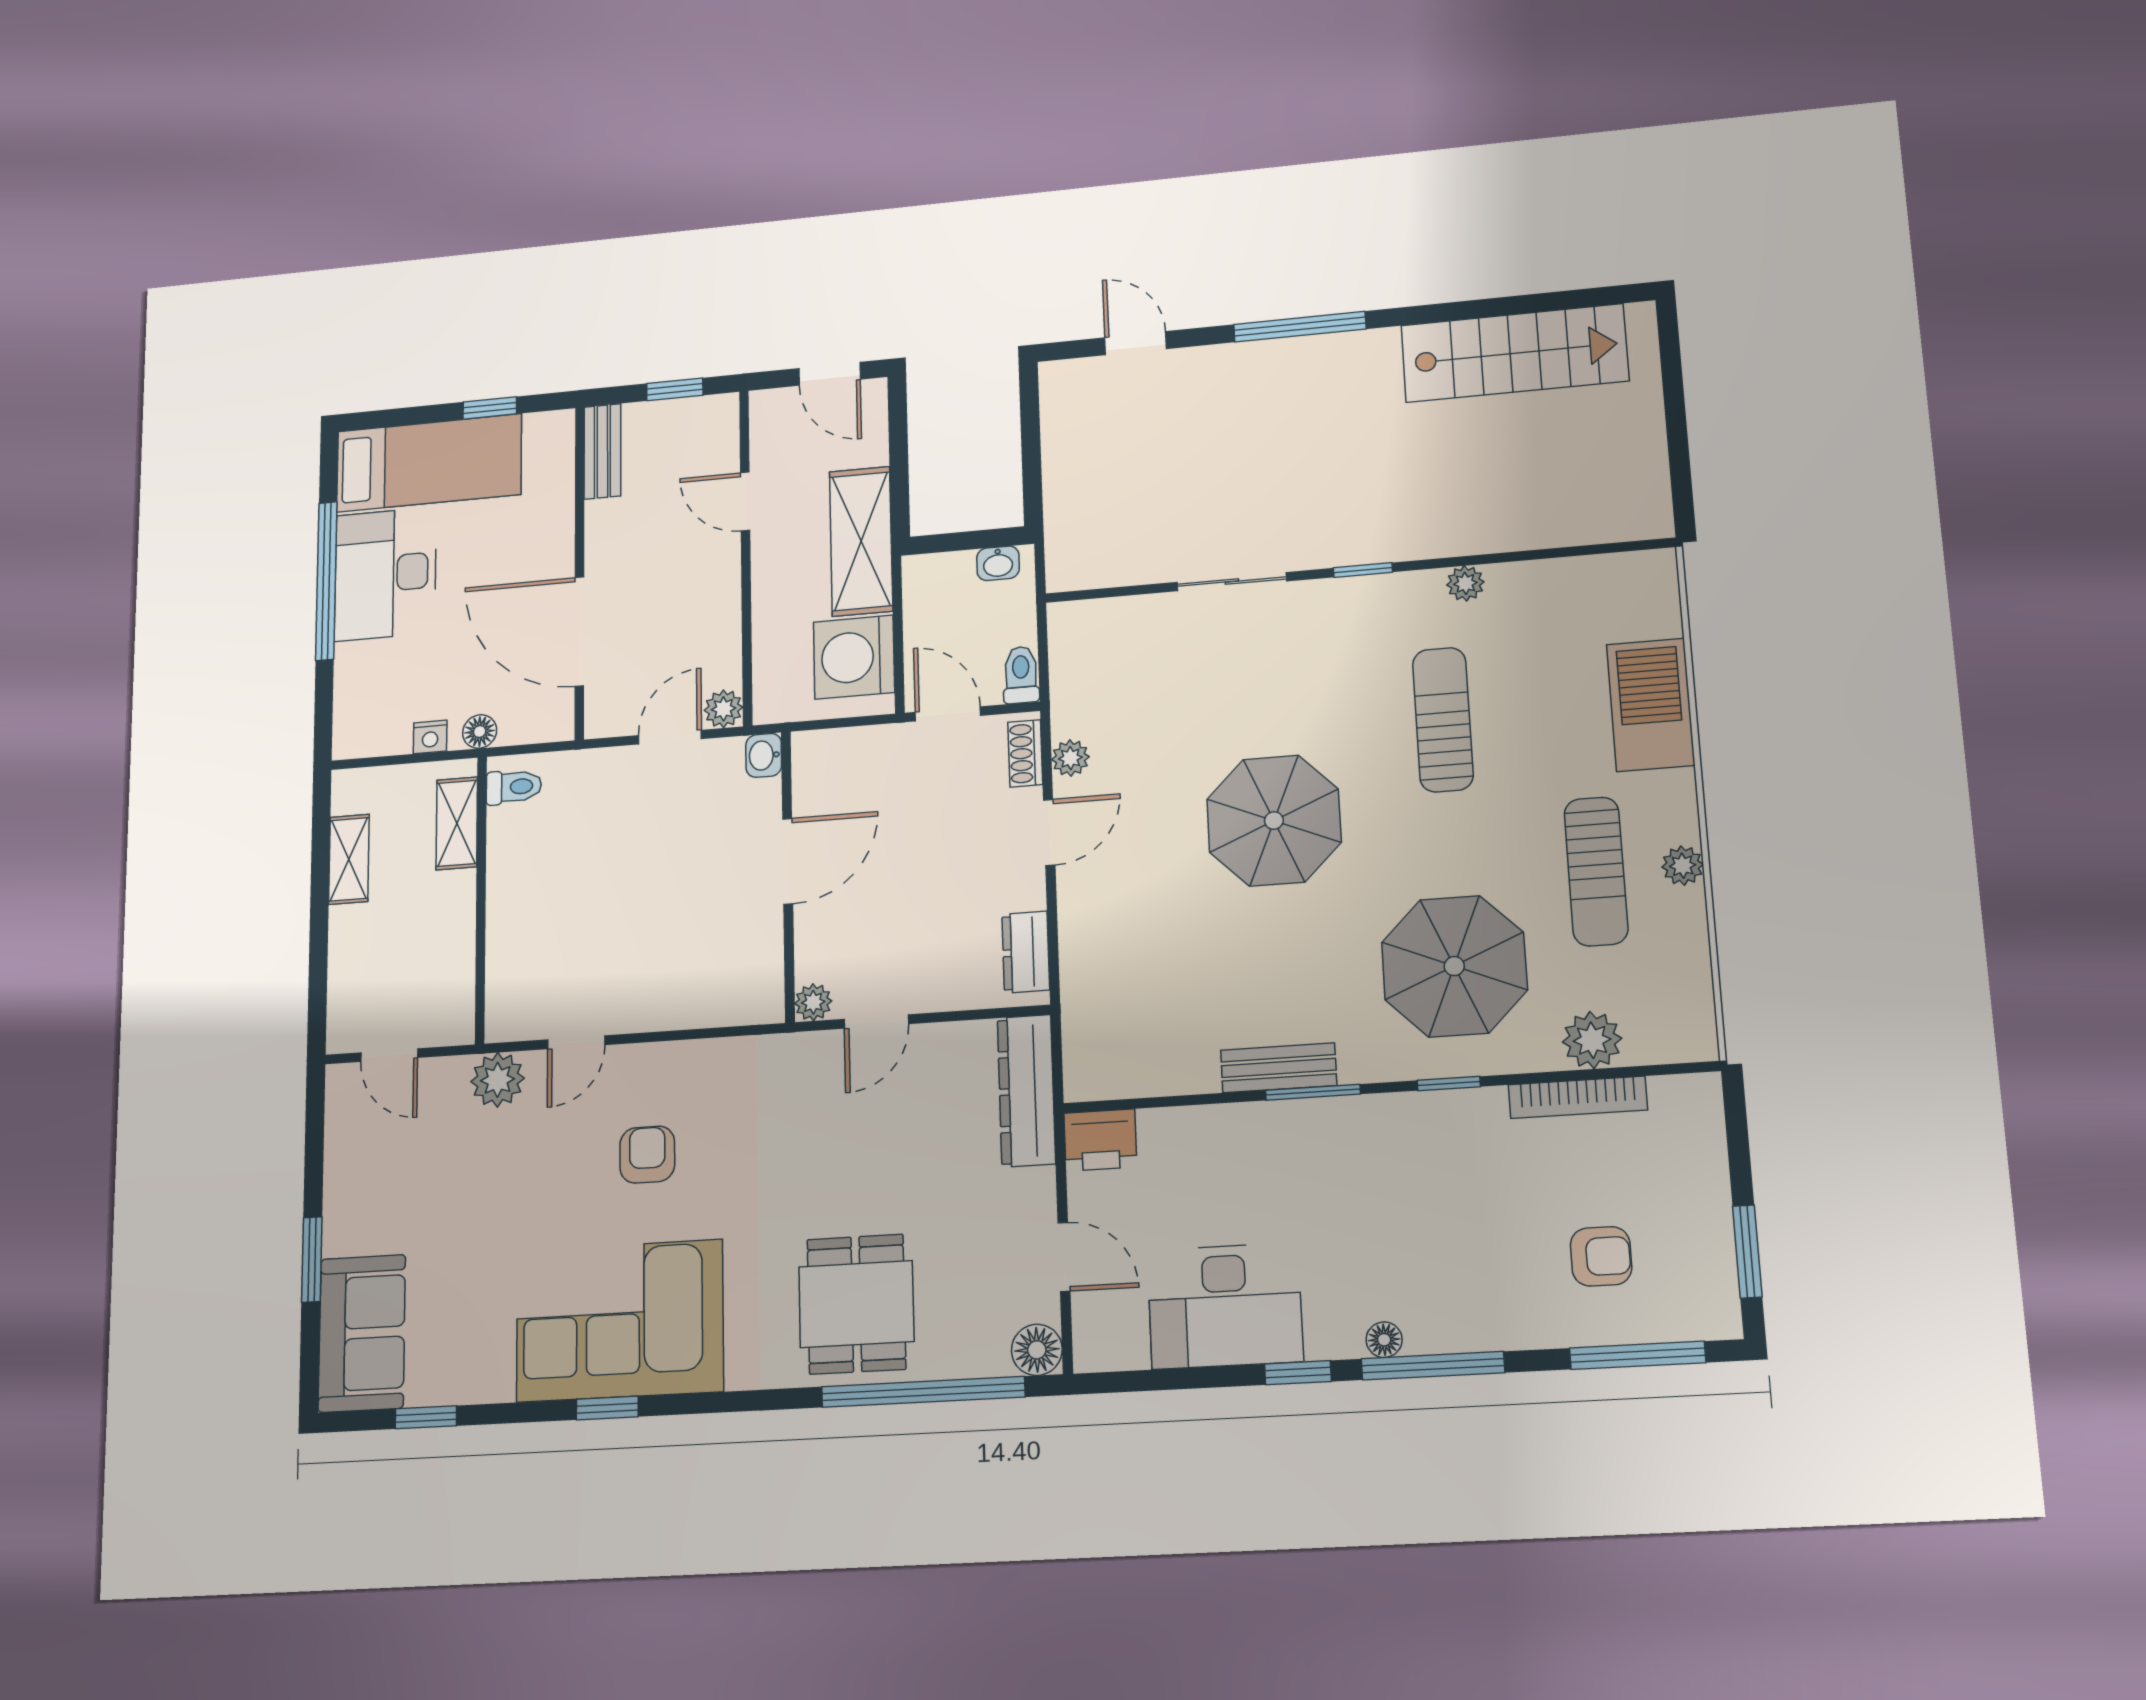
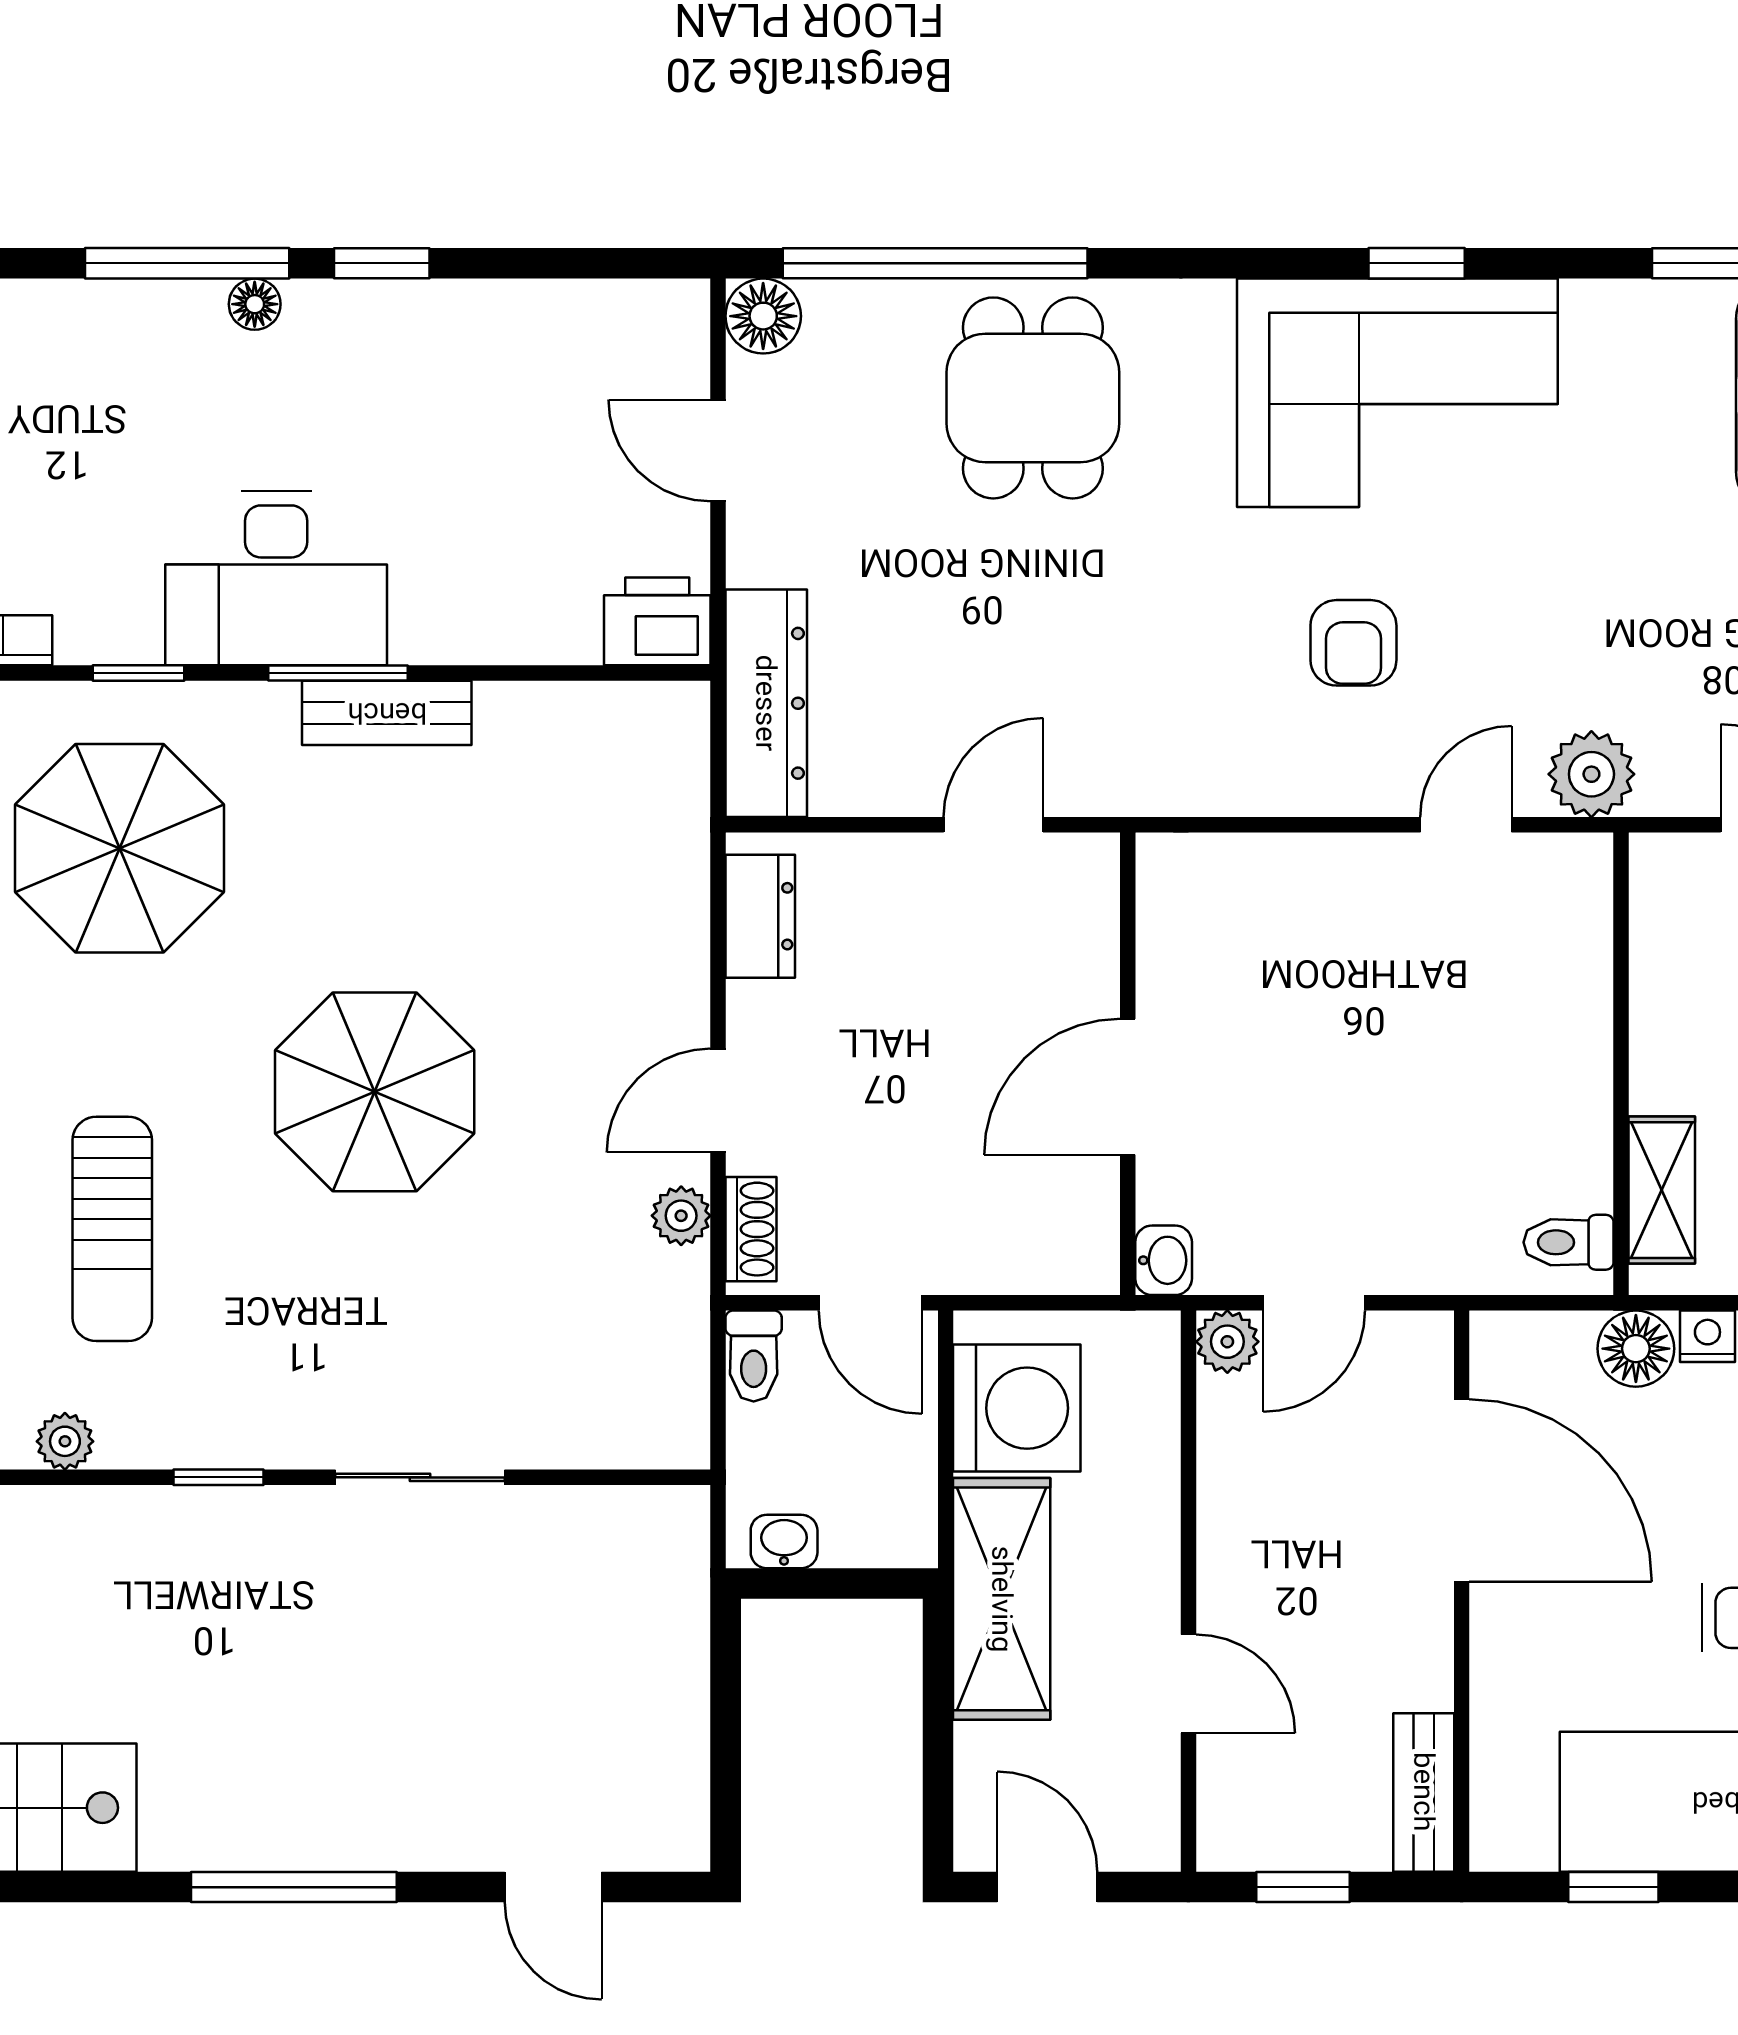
floor lamp: (480, 732) -> (1636, 1349), width x1.37, depth x1.37
plant: (813, 1002) -> (1091, 862), removed
desk: (1225, 1306) -> (276, 578), moved, turned 180

